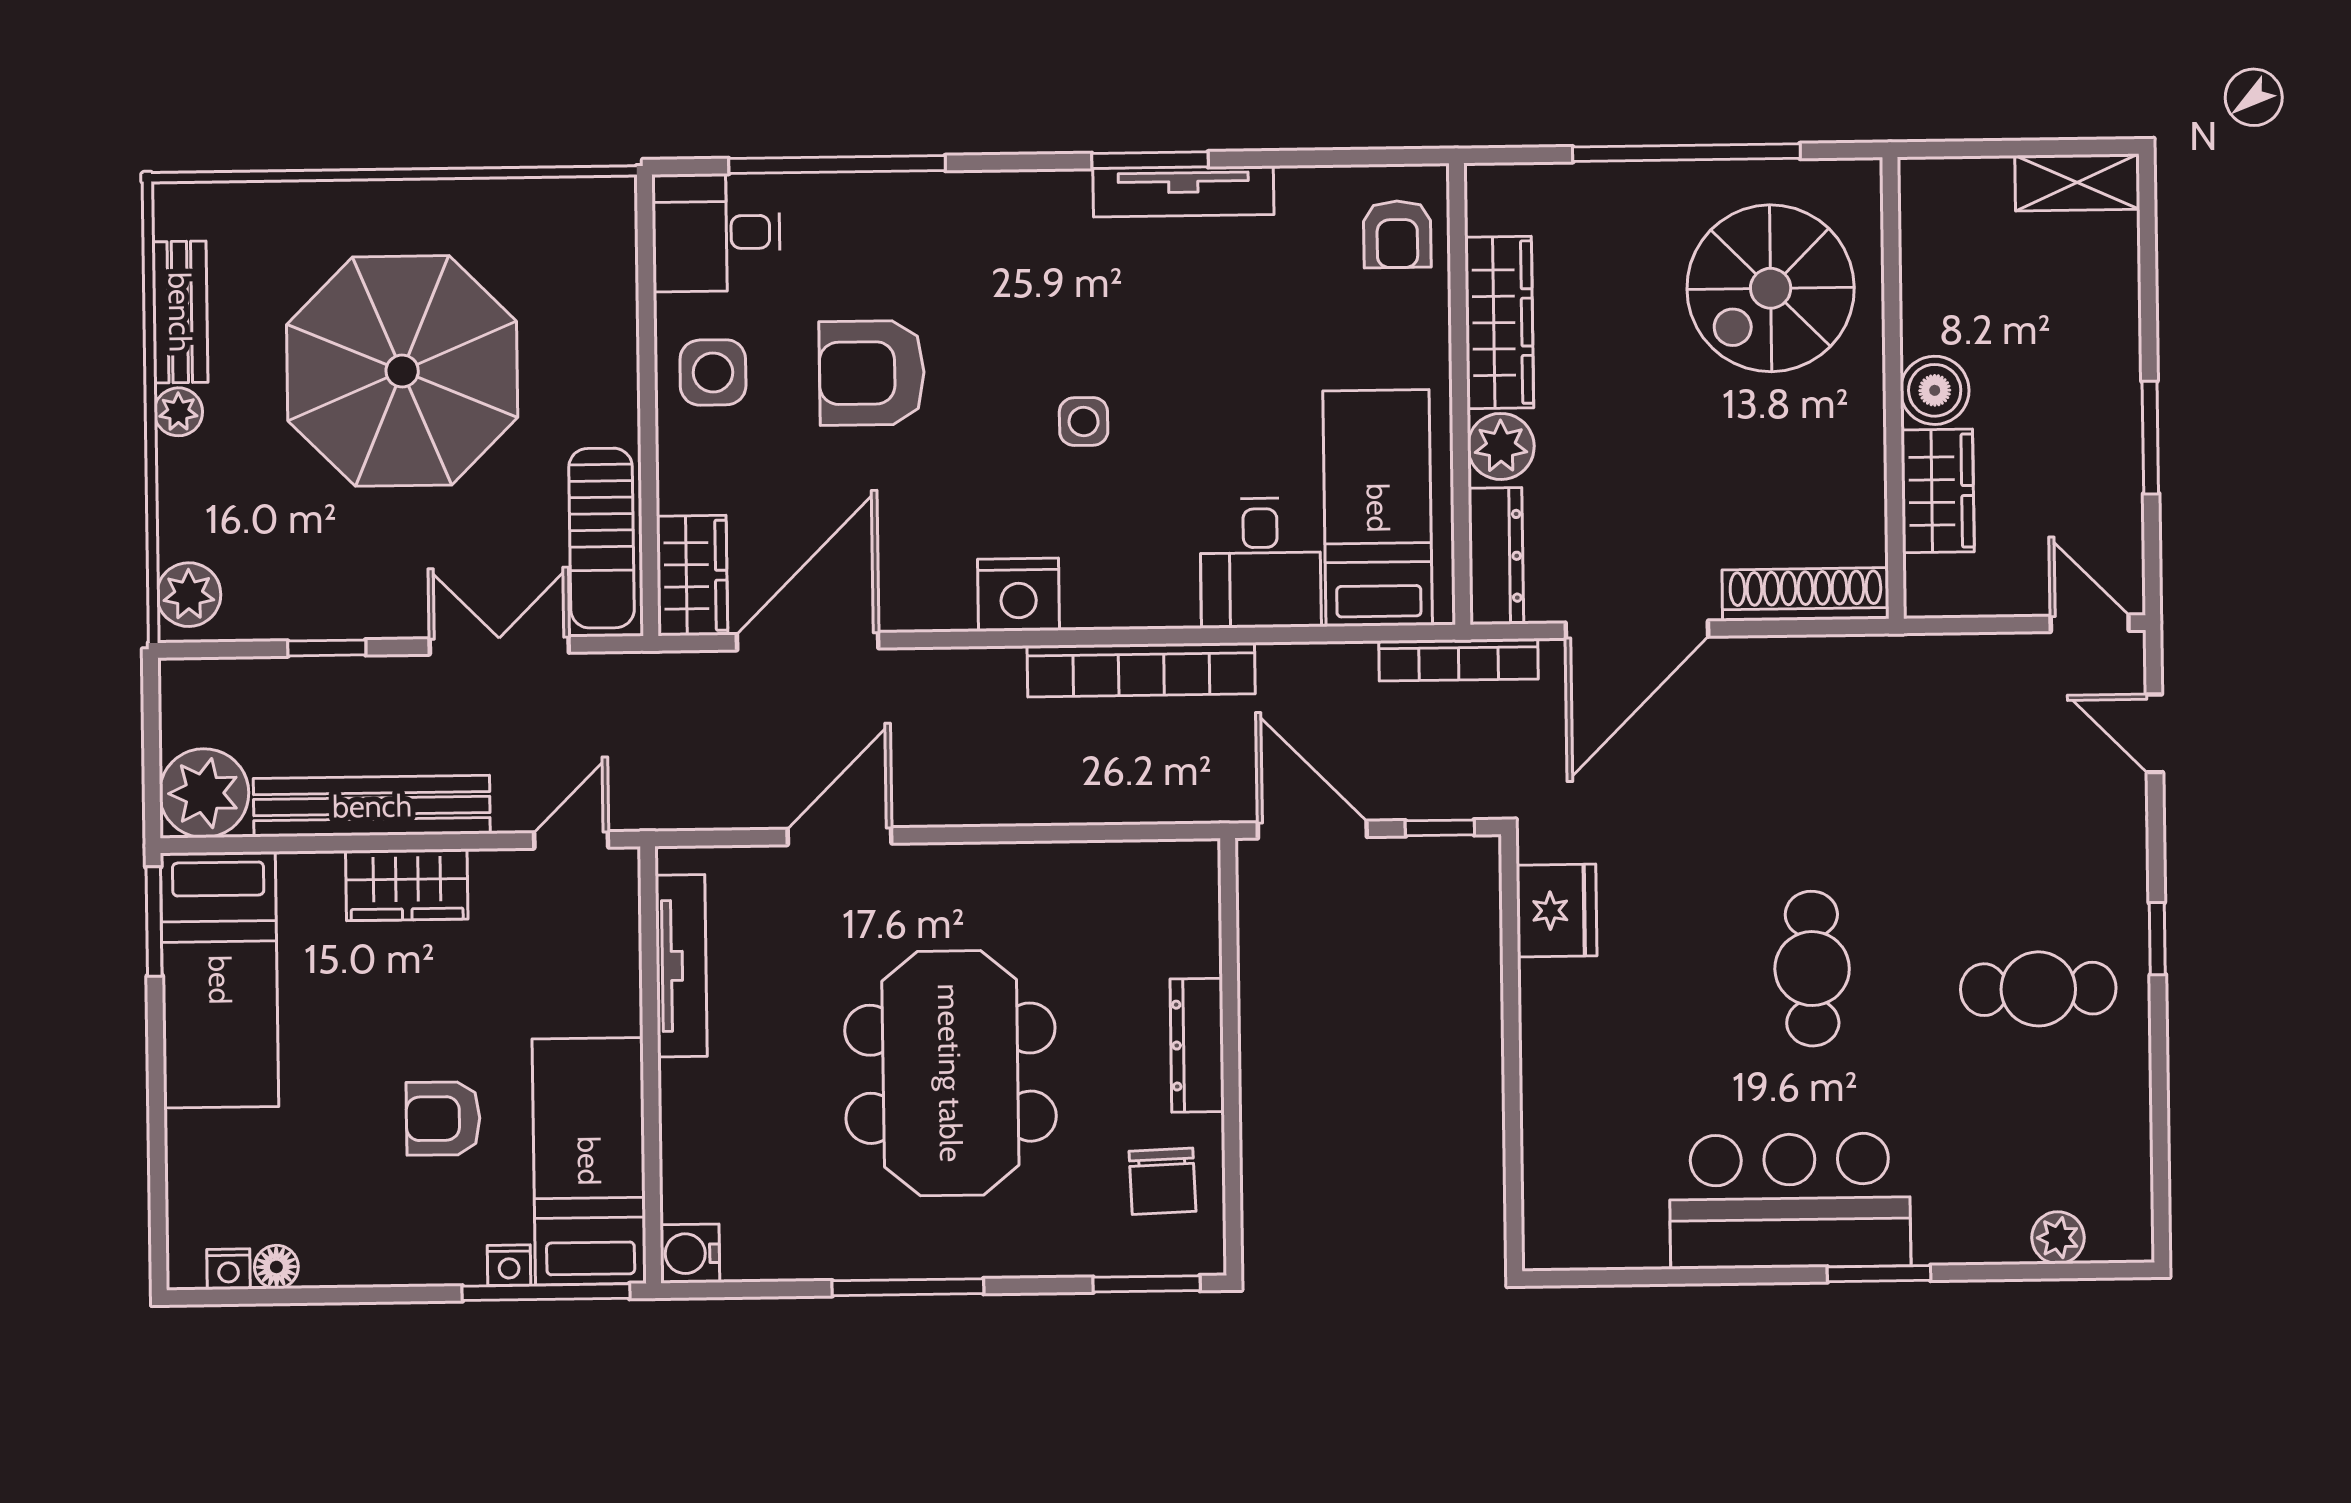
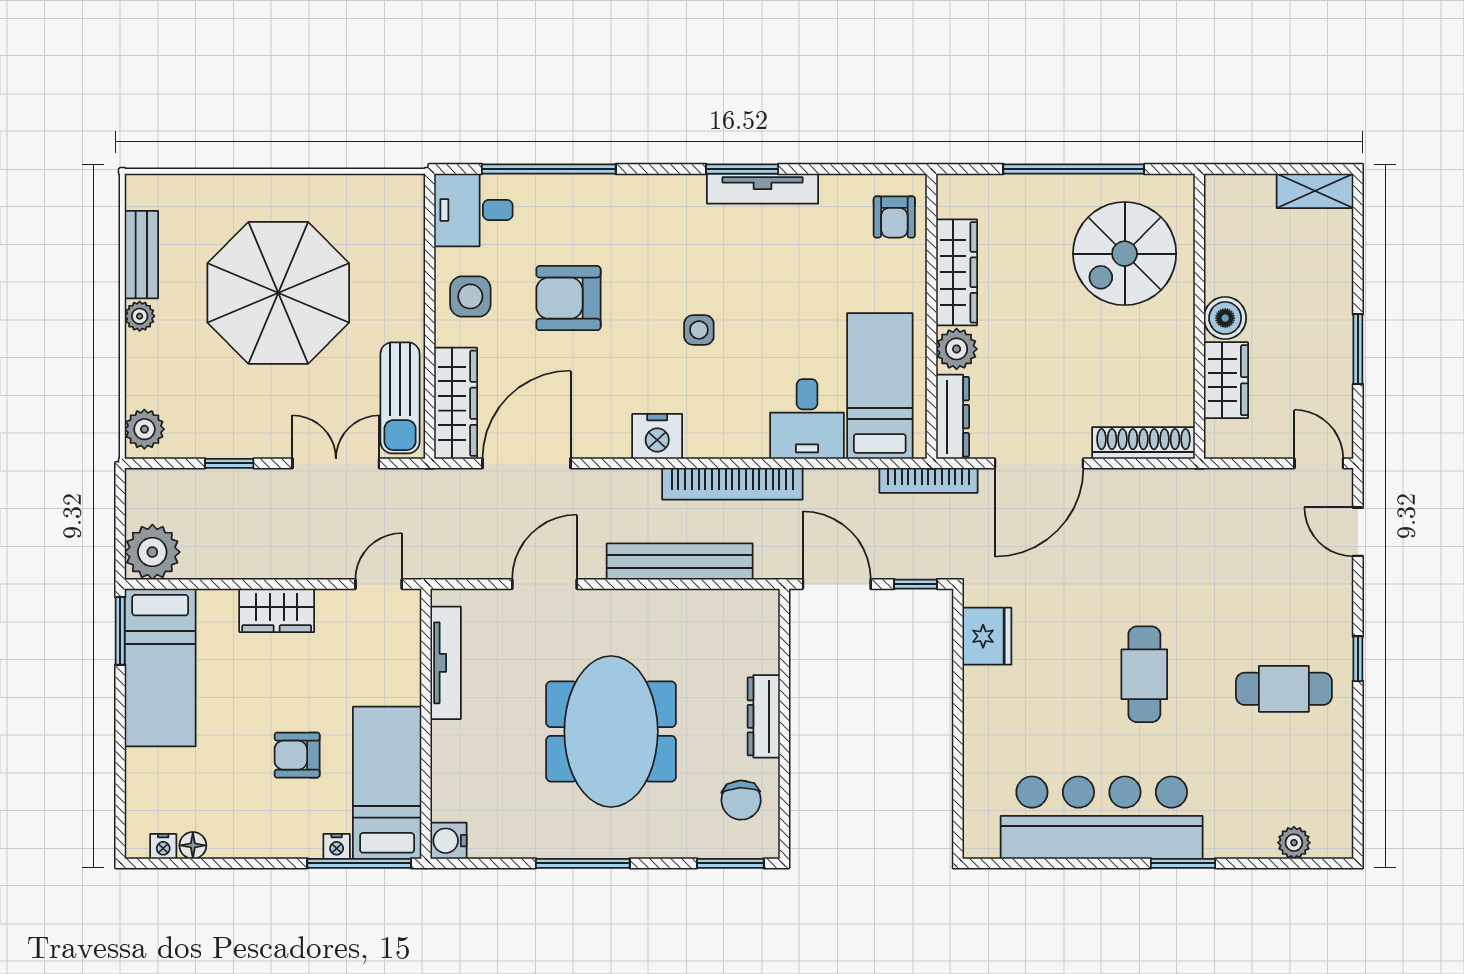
wardrobe: (692, 576) -> (456, 403), width x1.50
bench: (372, 806) -> (680, 561), moved
bar counter: (1790, 1201) -> (1102, 818), width x1.36

